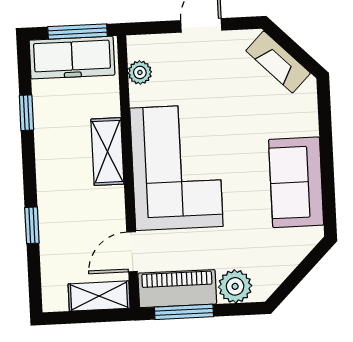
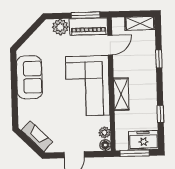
floor lamp: (138, 47) -> (105, 145), added
freezer: (72, 58) -> (143, 140), width x0.71
shelving: (99, 296) -> (140, 23), moved

